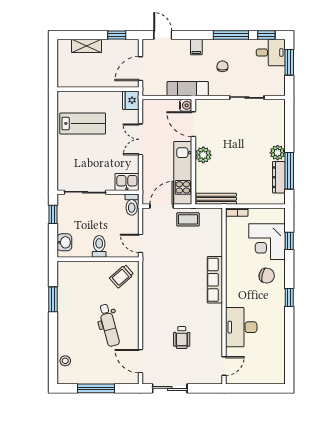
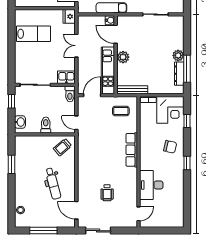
coffee table: (188, 219) -> (121, 111), moved
corner desk: (267, 242) -> (170, 110), moved, turned -90

